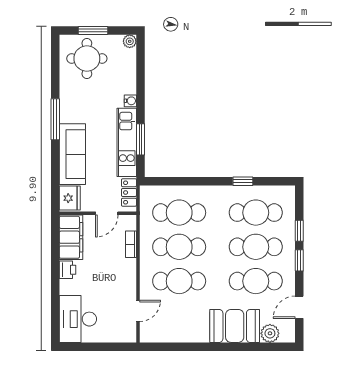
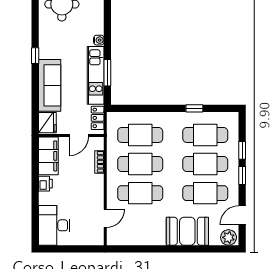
window: (55, 119) -> (35, 56), width x0.46
plant: (270, 333) -> (229, 237), moved

